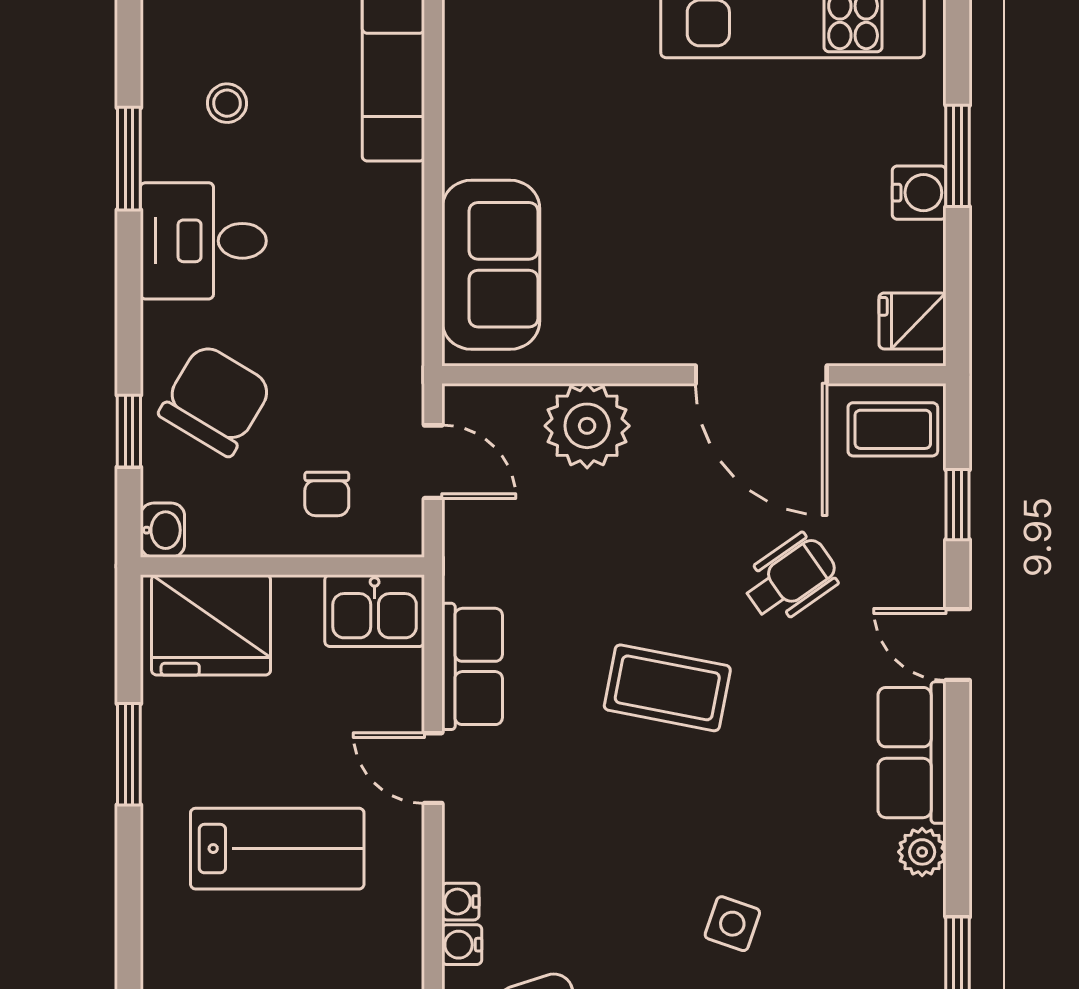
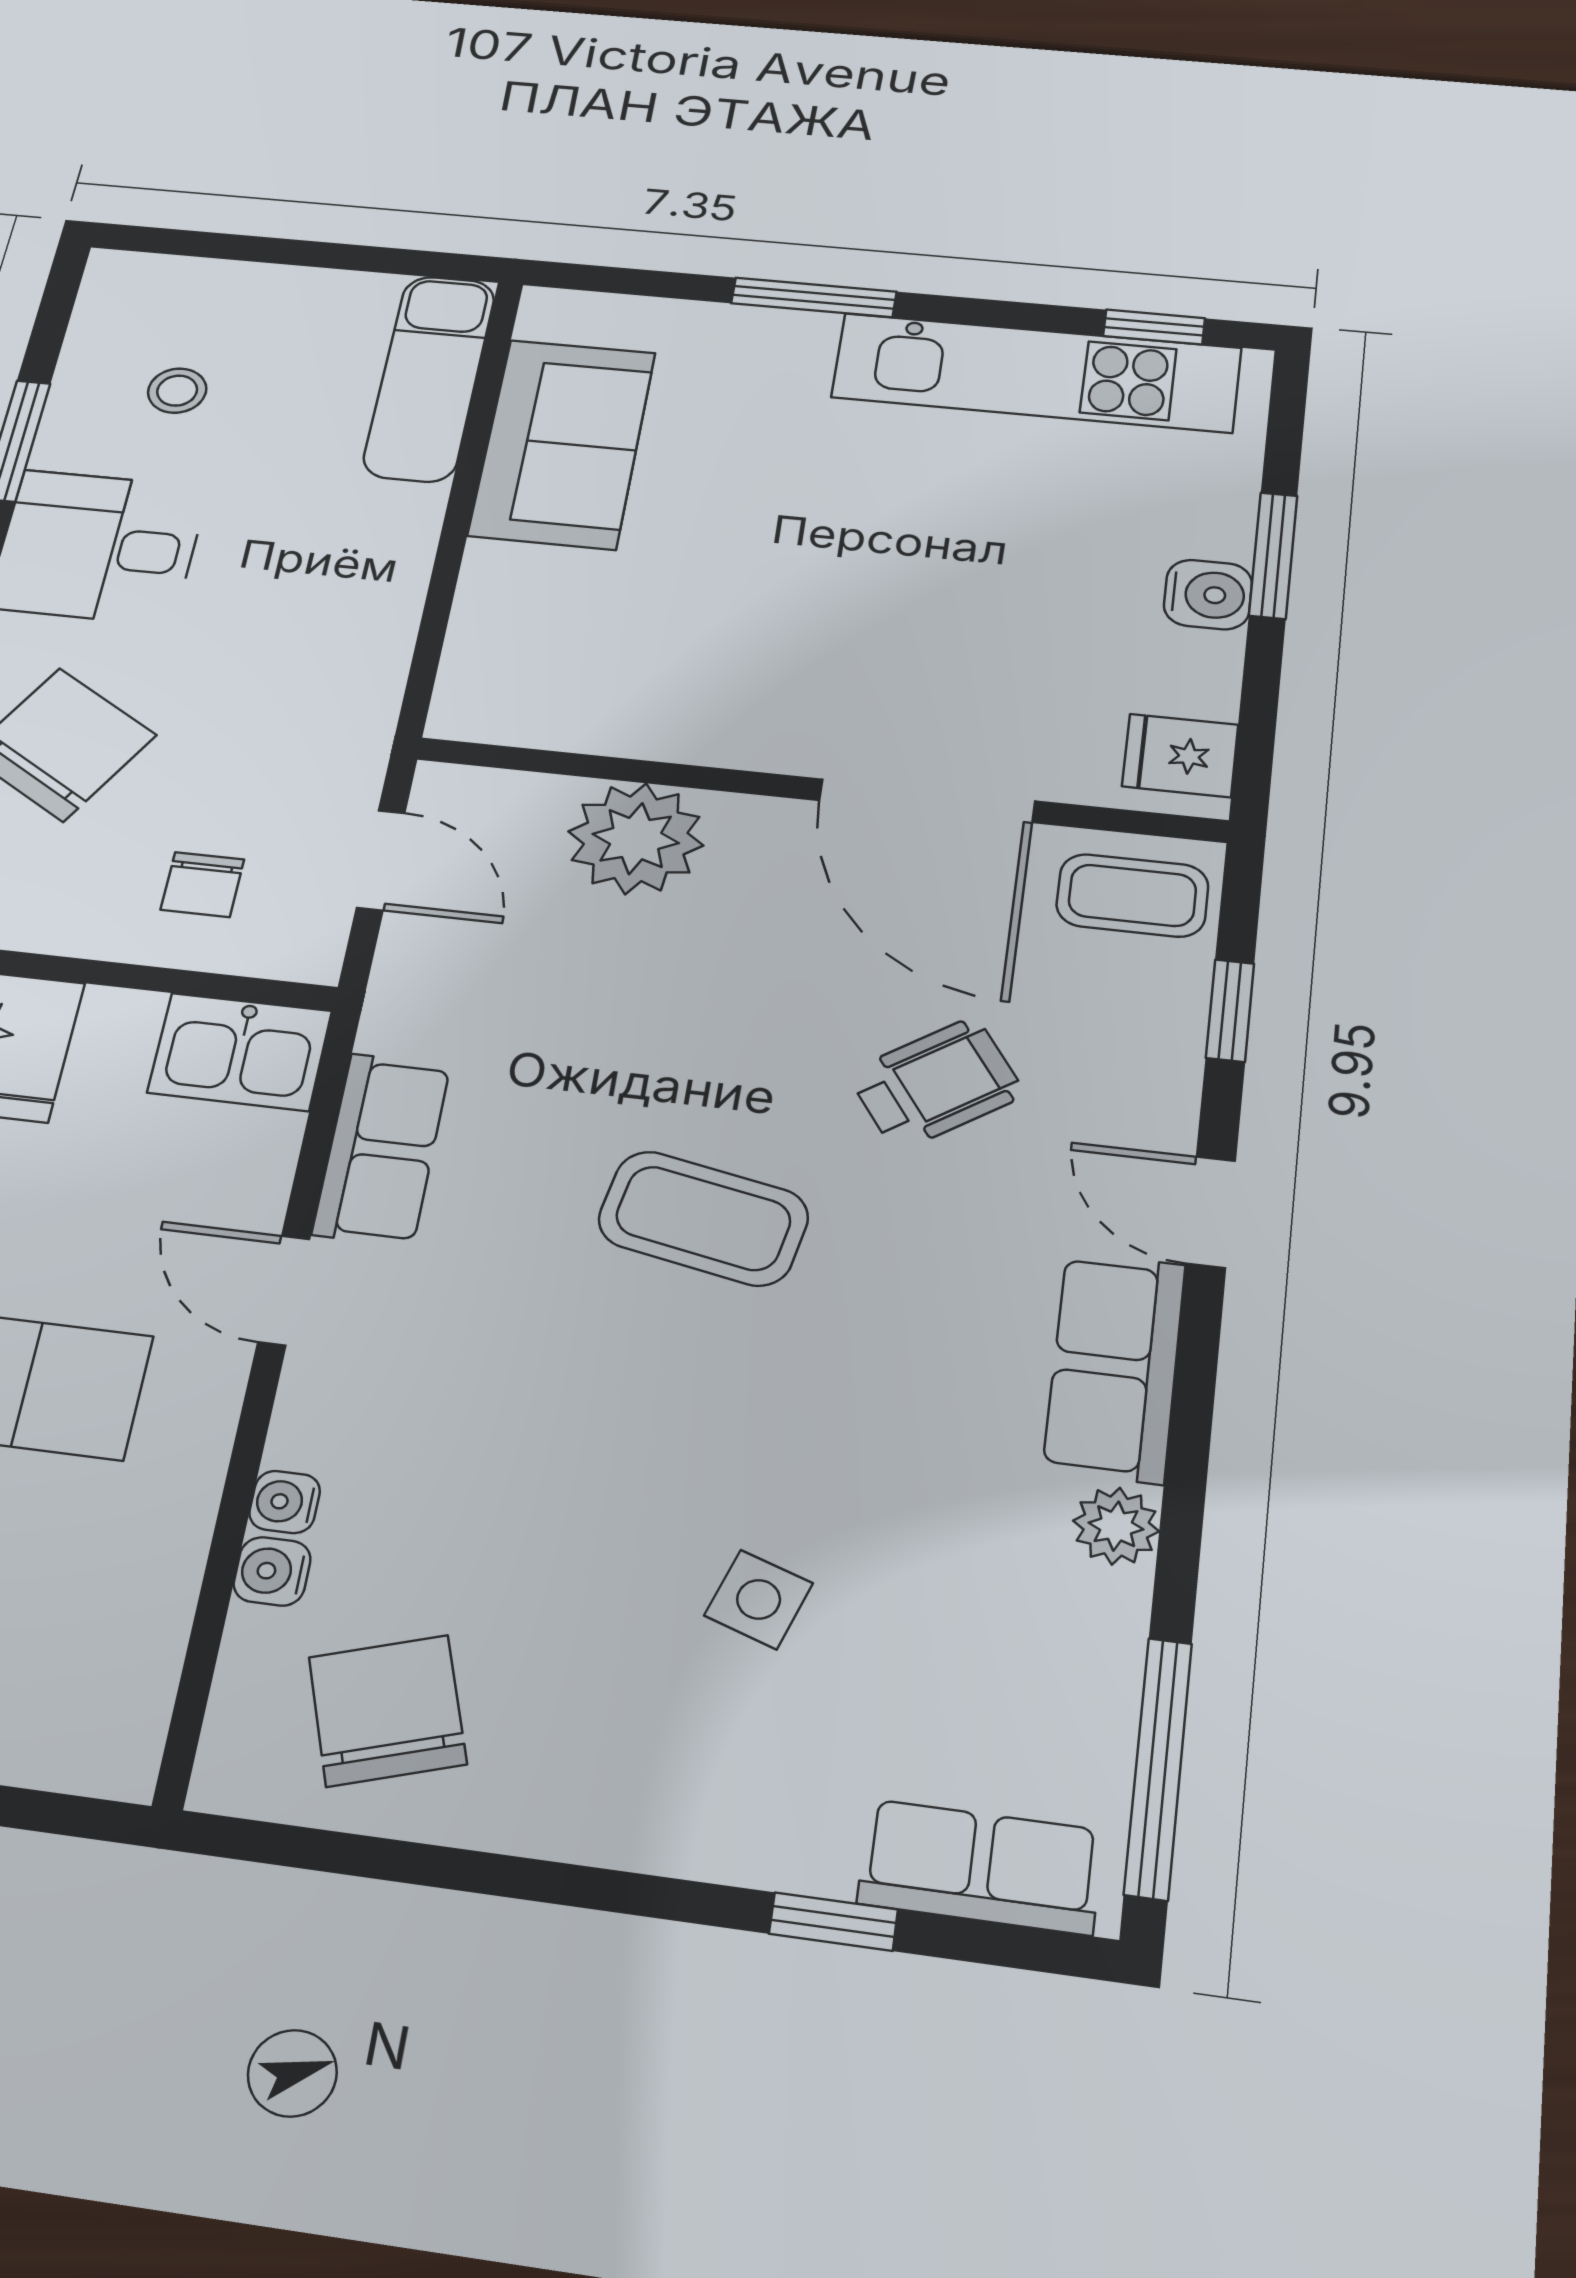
sofa: (491, 265) -> (562, 444), moved

